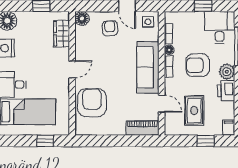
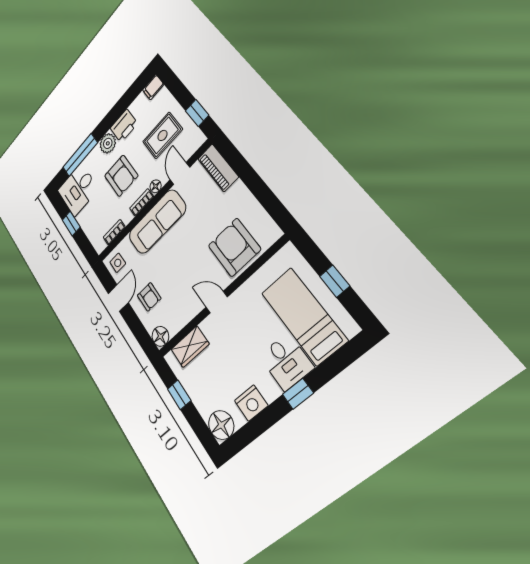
armchair: (110, 28) -> (149, 297), turned -86
floor lamp: (169, 50) -> (156, 186), moved
armchair: (92, 103) -> (234, 247), turned 90
window: (45, 141) -> (335, 281), moved
window: (206, 141) -> (197, 113), moved

